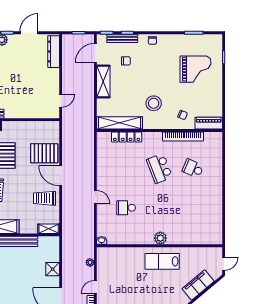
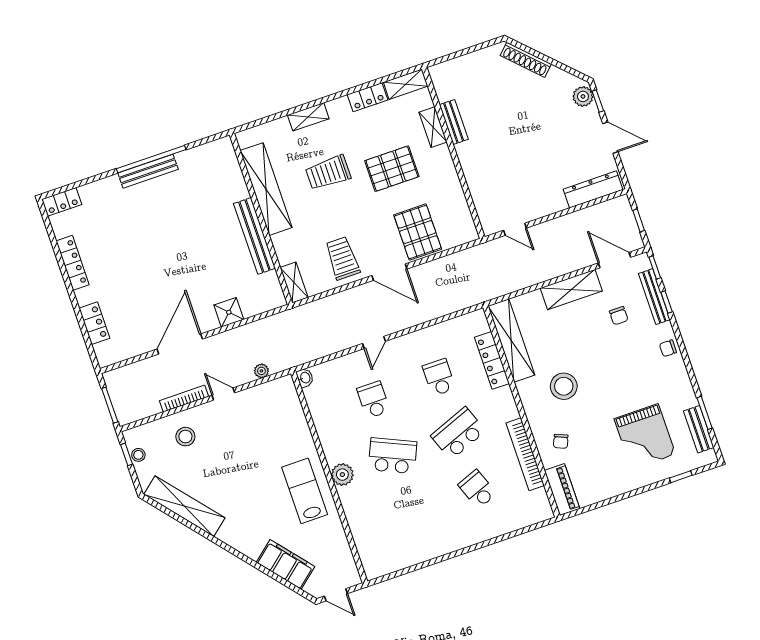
bench: (201, 39) -> (699, 429), added
school desk: (126, 168) -> (439, 377), added
school desk: (193, 168) -> (477, 489), turned -45
door: (61, 176) -> (389, 272), swing flipped
school desk: (159, 208) -> (393, 456), added

